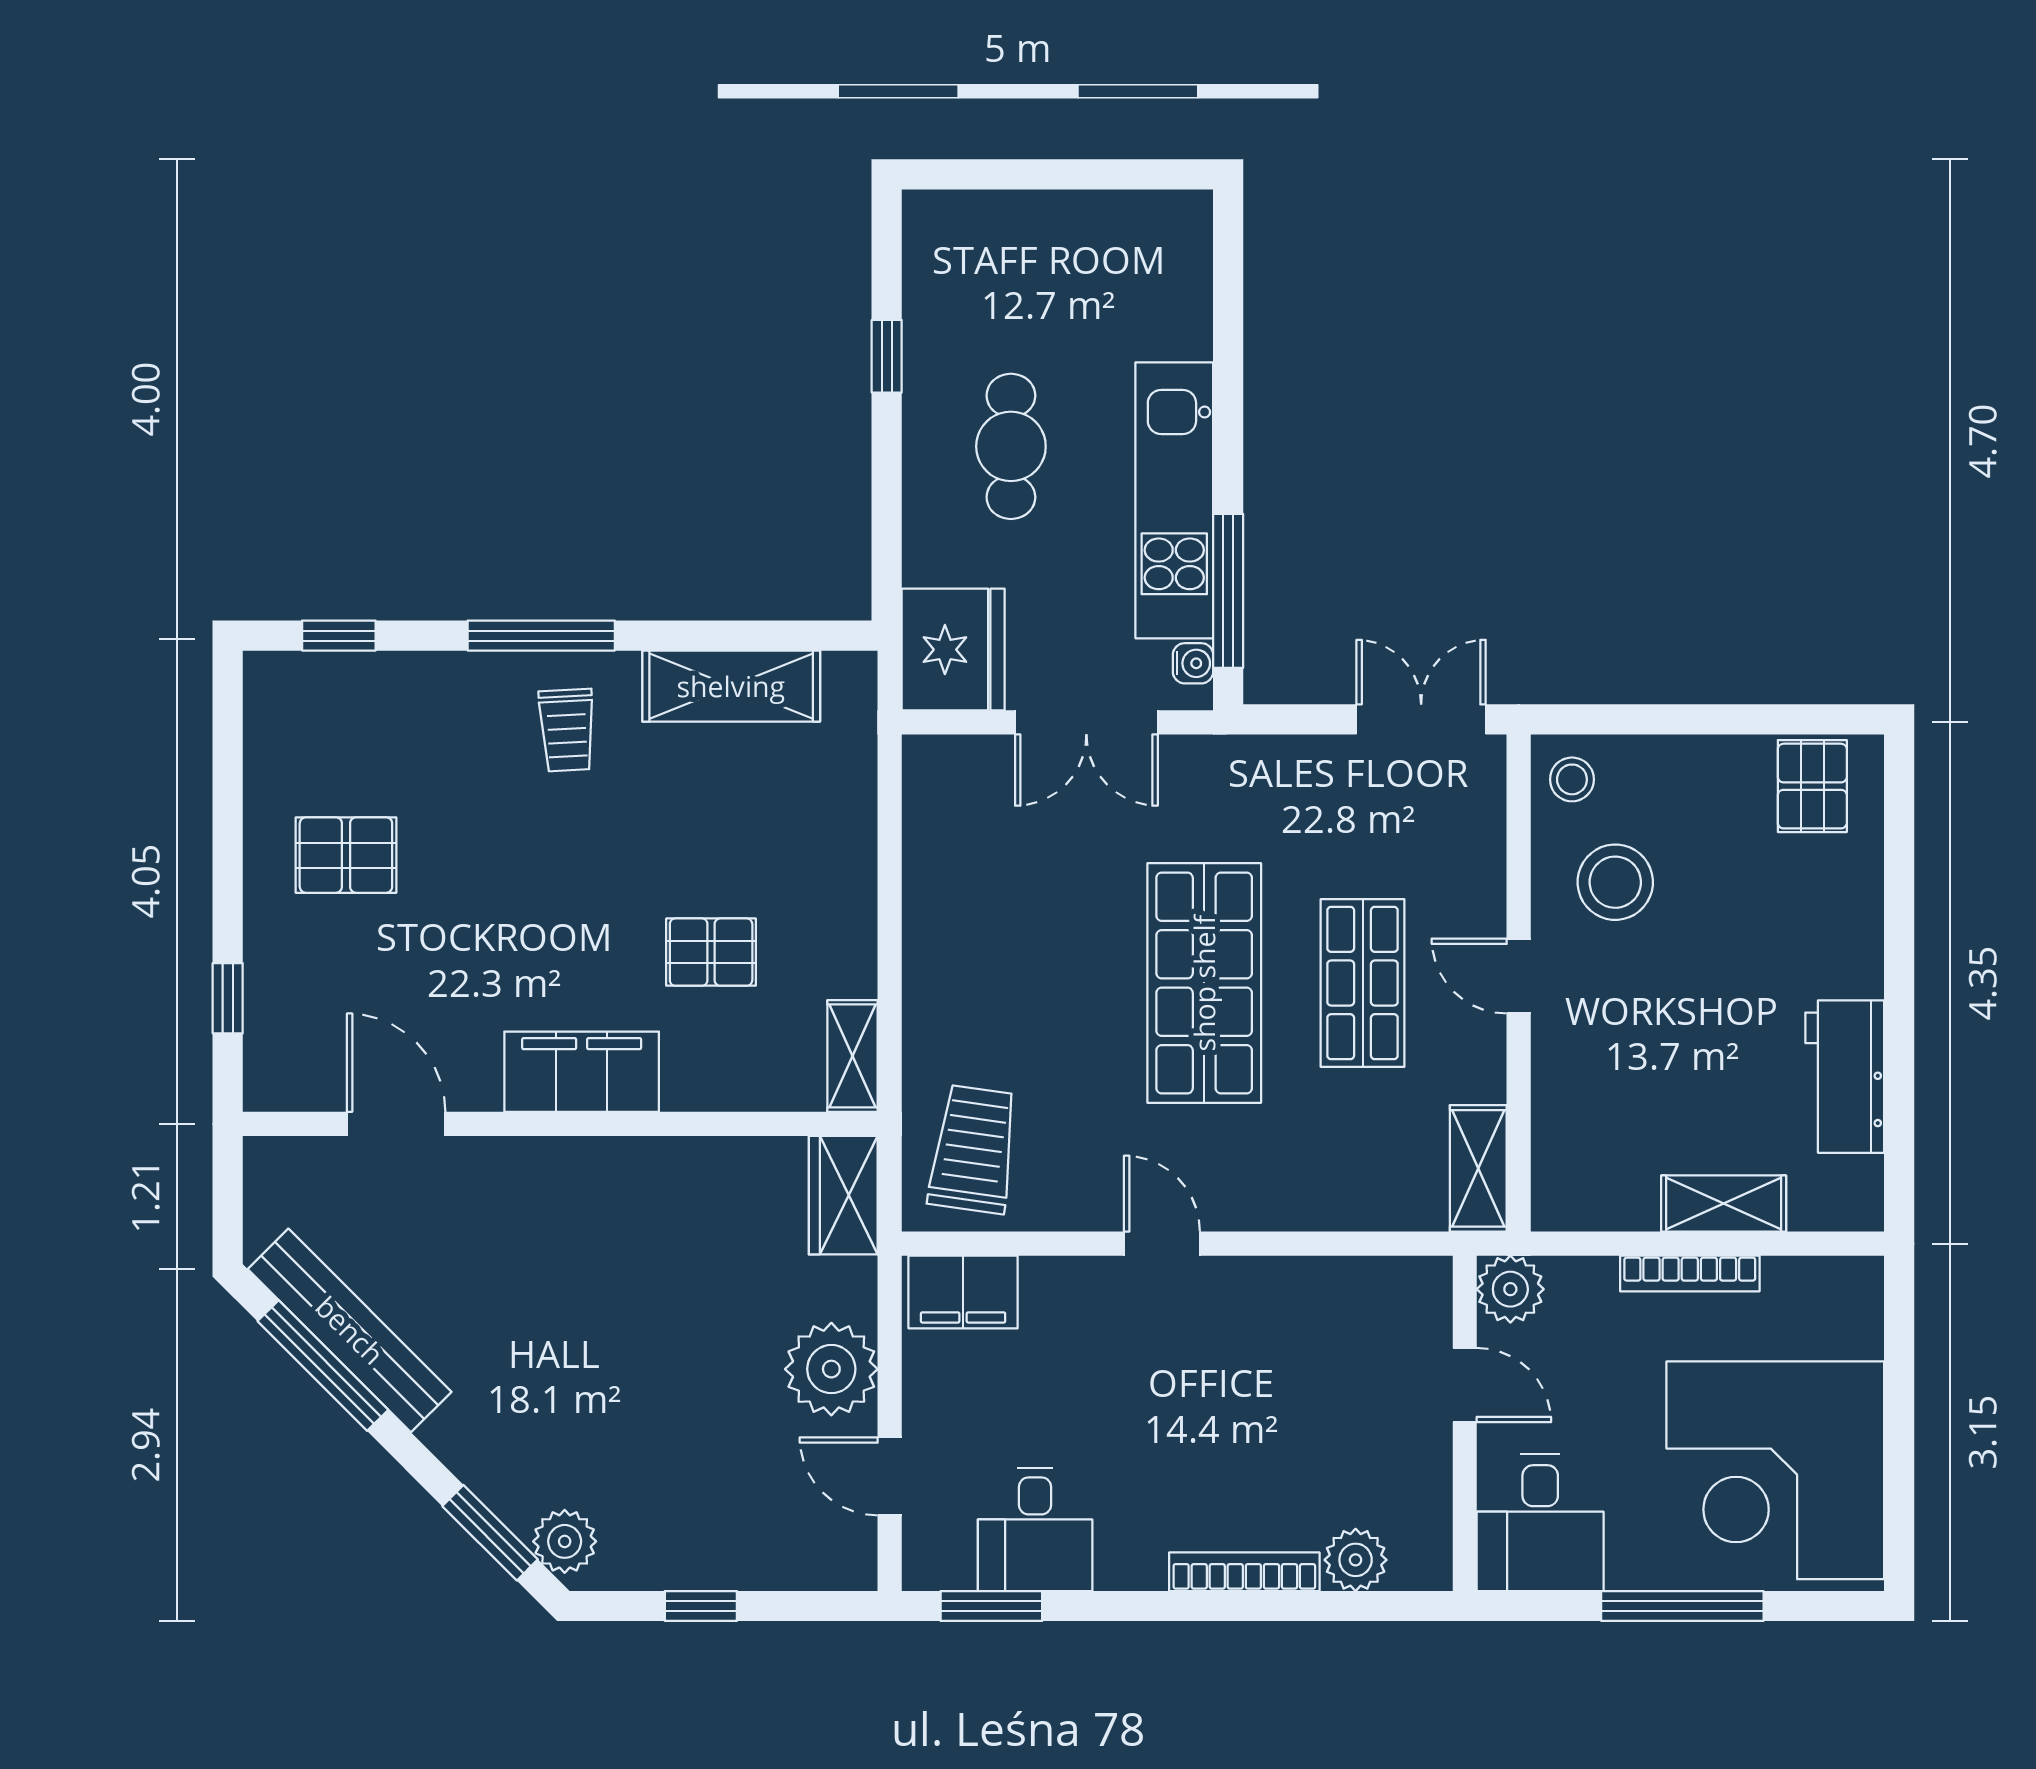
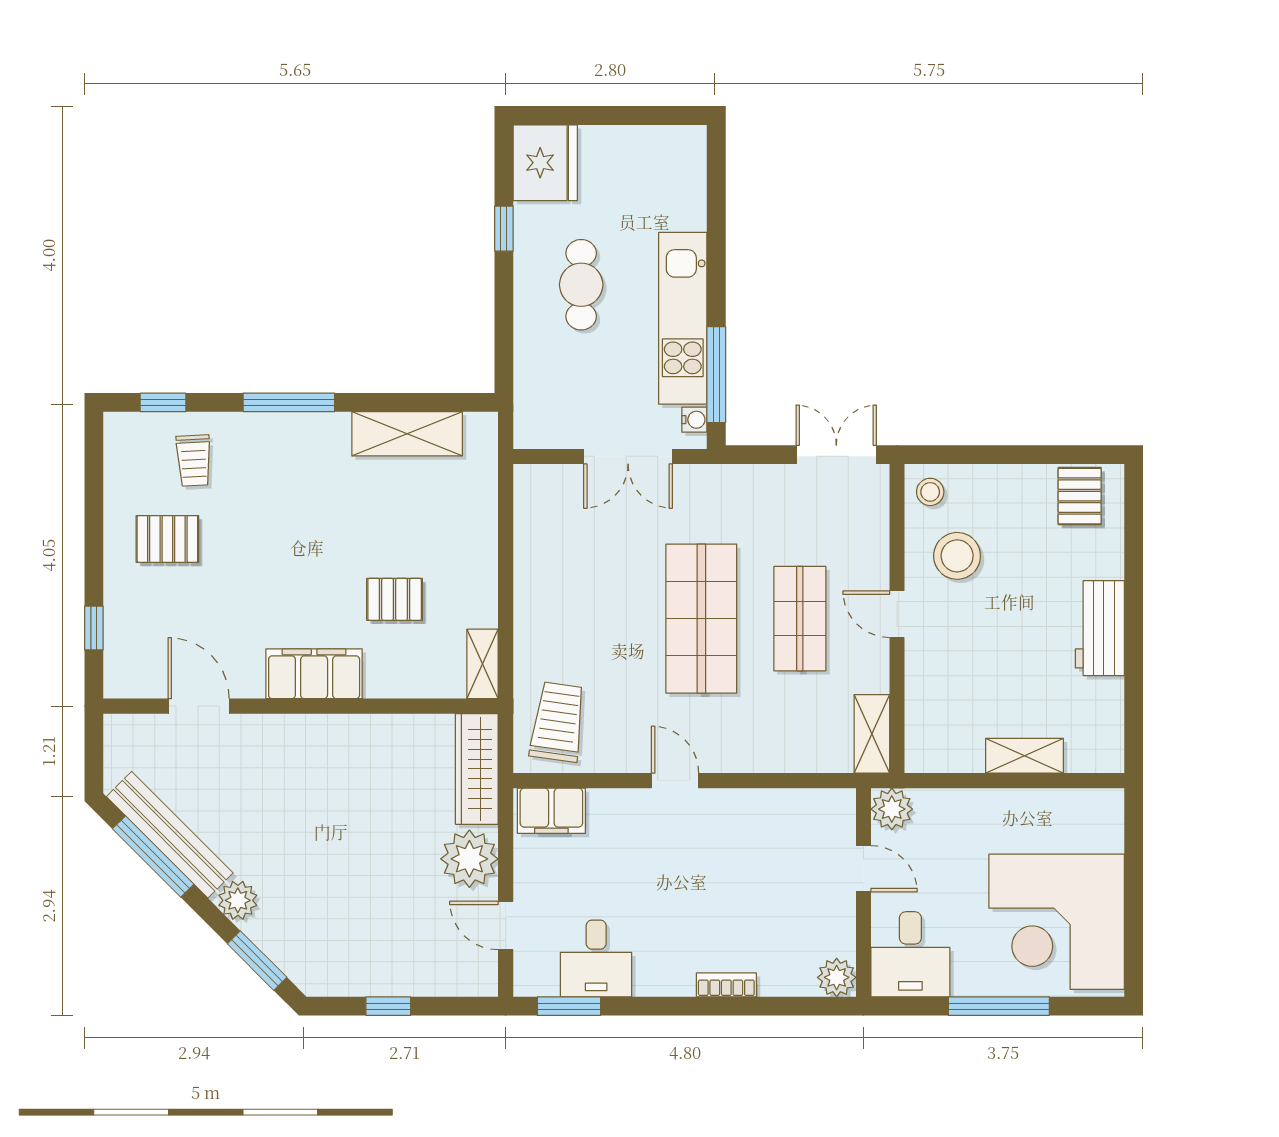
fridge: (953, 650) -> (545, 163), moved
trolley: (567, 730) -> (194, 460), moved
workbench: (1845, 1077) -> (1100, 628), moved
wardrobe: (843, 1195) -> (477, 769), width x1.50
bookcase: (1690, 1273) -> (1003, 799), removed
plant: (565, 1541) -> (238, 900), moved
plant: (1356, 1560) -> (837, 977), moved
bookcase: (1244, 1572) -> (726, 985), width x0.64

